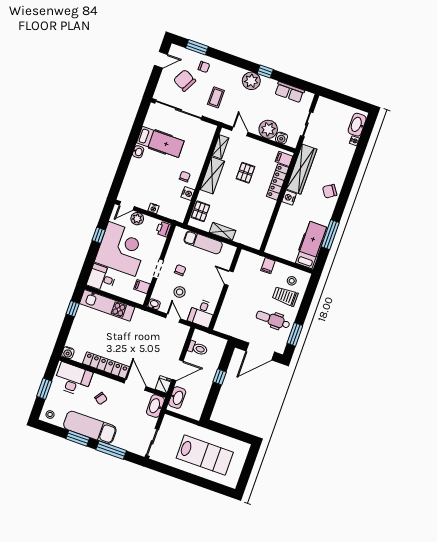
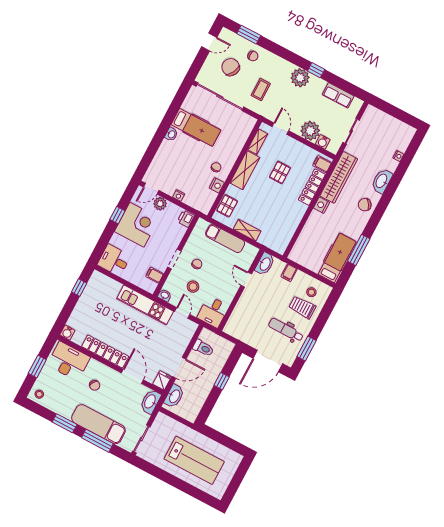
washbasin: (357, 125) -> (382, 181), moved
corner desk: (122, 249) -> (137, 225), width x0.74, depth x0.74
washbasin: (244, 261) -> (265, 264), added
kitchen unit: (107, 305) -> (145, 305), moved
exam couch: (90, 427) -> (98, 424), moved

